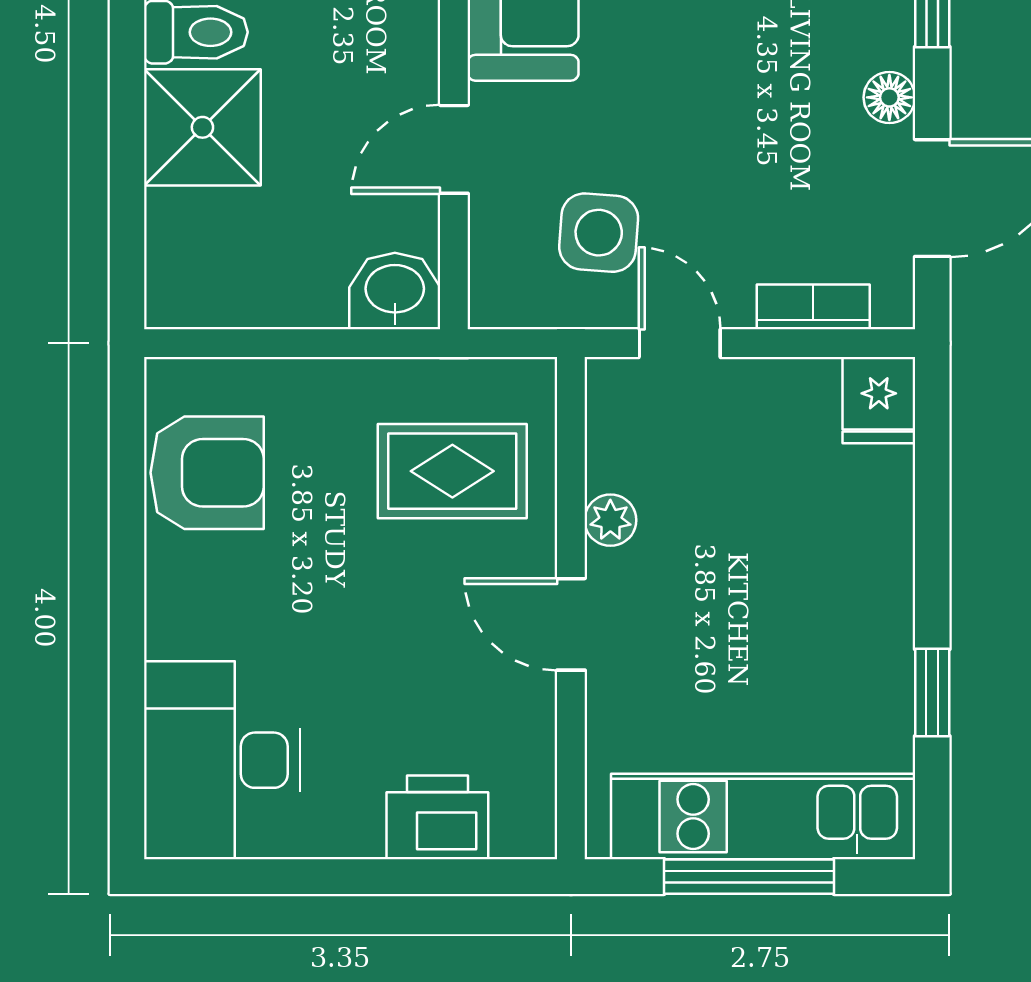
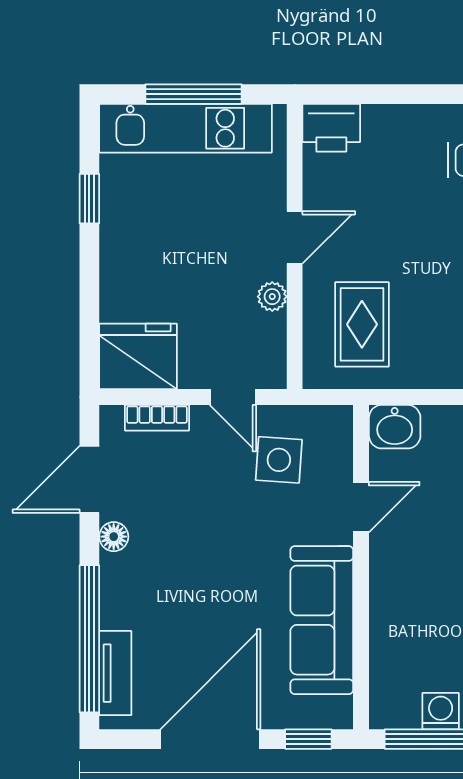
fridge: (879, 400) -> (138, 356), width x1.88, depth x1.34
rug: (452, 471) -> (362, 324), turned 90
door: (571, 624) -> (295, 237), hinge flipped
printer: (437, 817) -> (331, 128), moved

